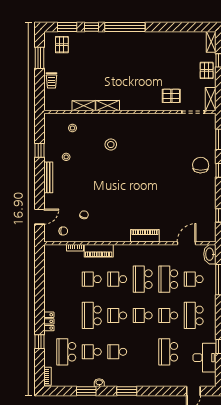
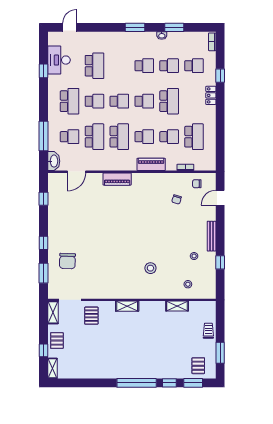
pallet: (171, 96) -> (91, 316), turned 90
shelving: (108, 106) -> (127, 306), moved
chair: (201, 165) -> (67, 261), moved
piano: (99, 251) -> (151, 164), moved
school desk: (66, 279) -> (194, 137), added
school desk: (66, 352) -> (194, 66), width x0.54

